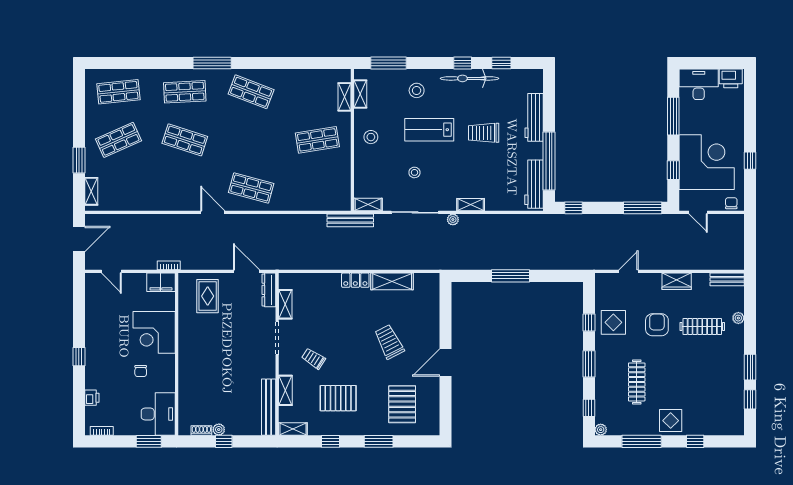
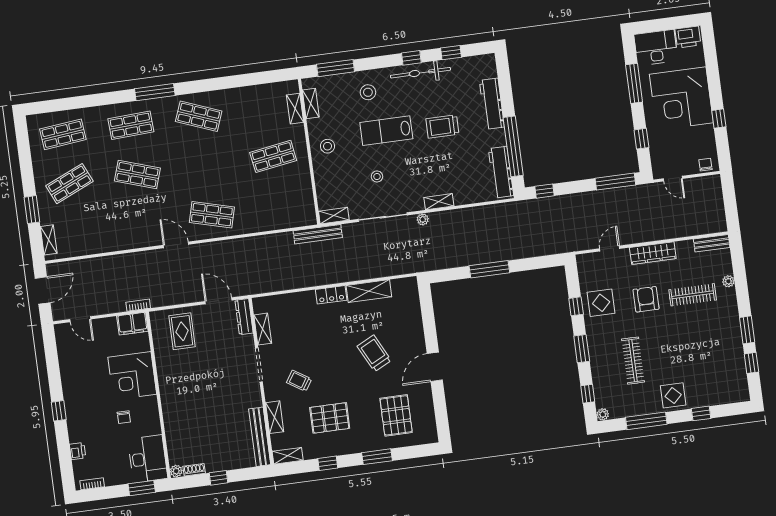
corner desk: (707, 162) -> (681, 99), moved, turned 180
wardrobe: (677, 281) -> (653, 253), width x1.50
plant: (219, 430) -> (176, 471), moved

